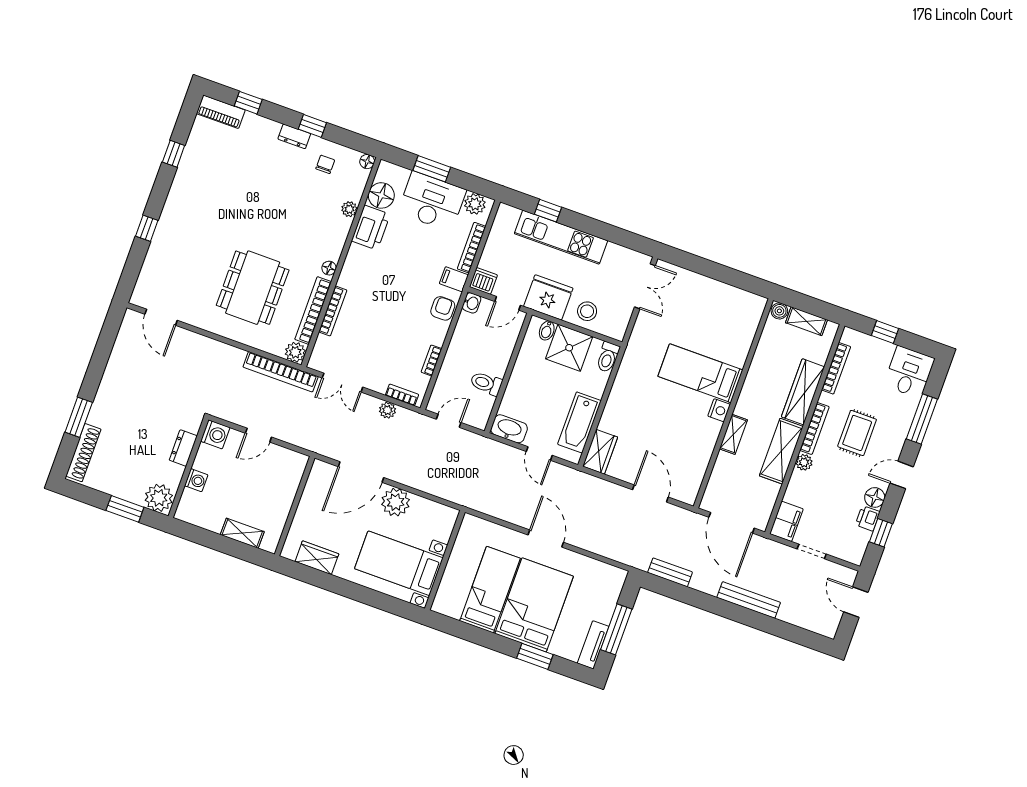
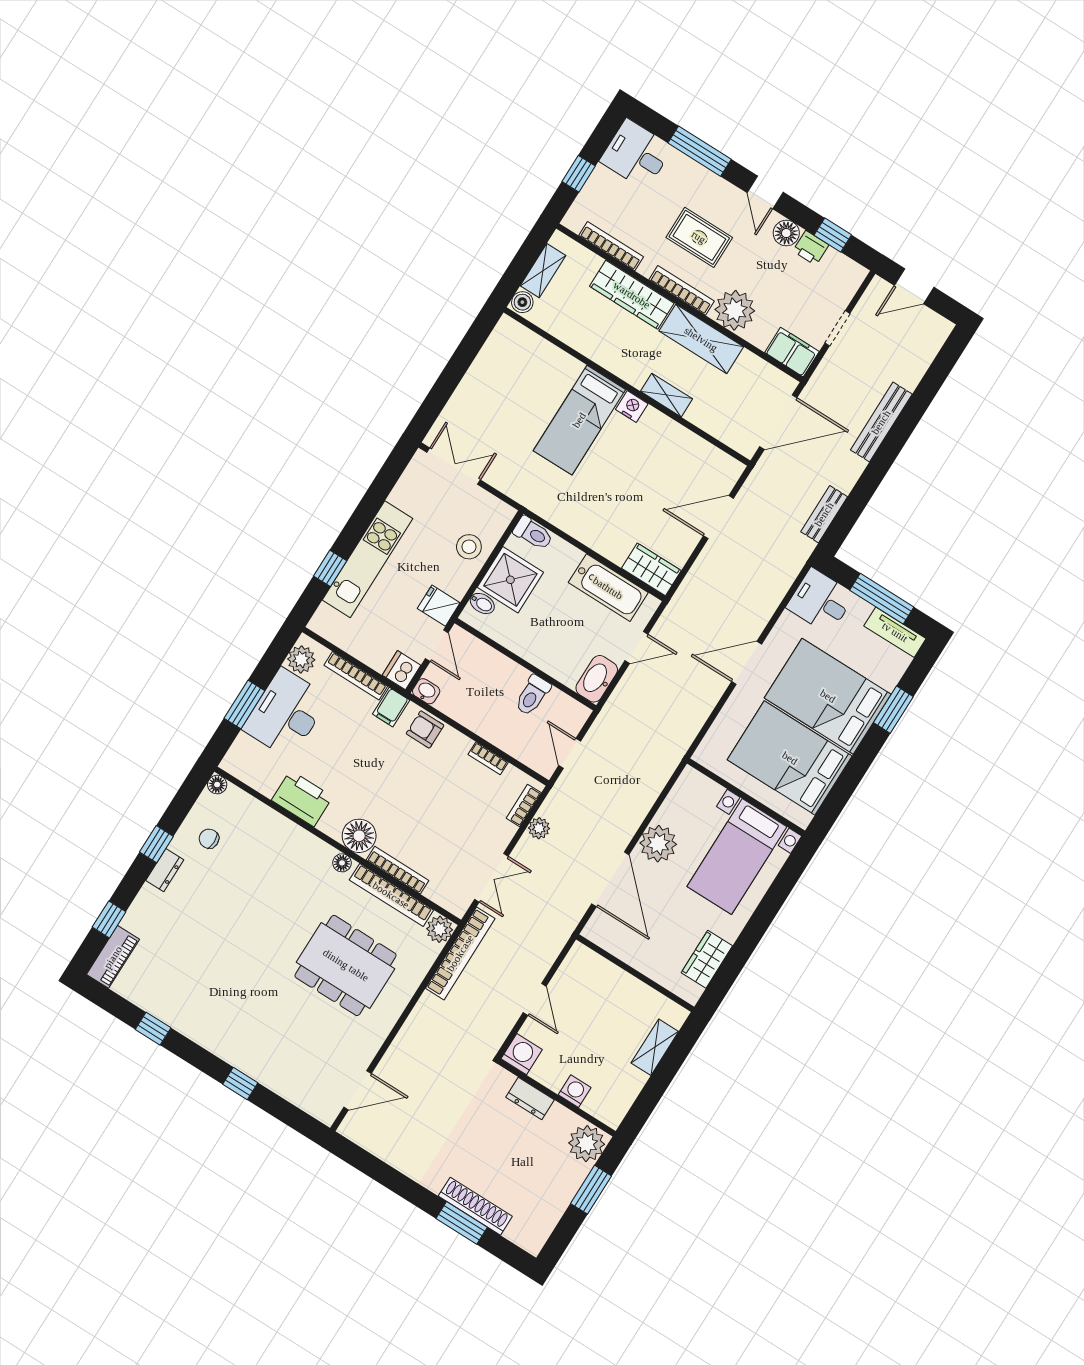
floor lamp: (381, 195) -> (359, 836), moved
plant: (349, 209) -> (273, 821), removed
fridge: (548, 297) -> (439, 606), width x0.53, depth x0.75
shoe rack: (83, 453) -> (475, 1206), moved
plant: (804, 462) -> (735, 310), width x1.87, depth x1.87
desk: (604, 584) -> (820, 601), added
bed: (490, 590) -> (790, 758), width x1.50

